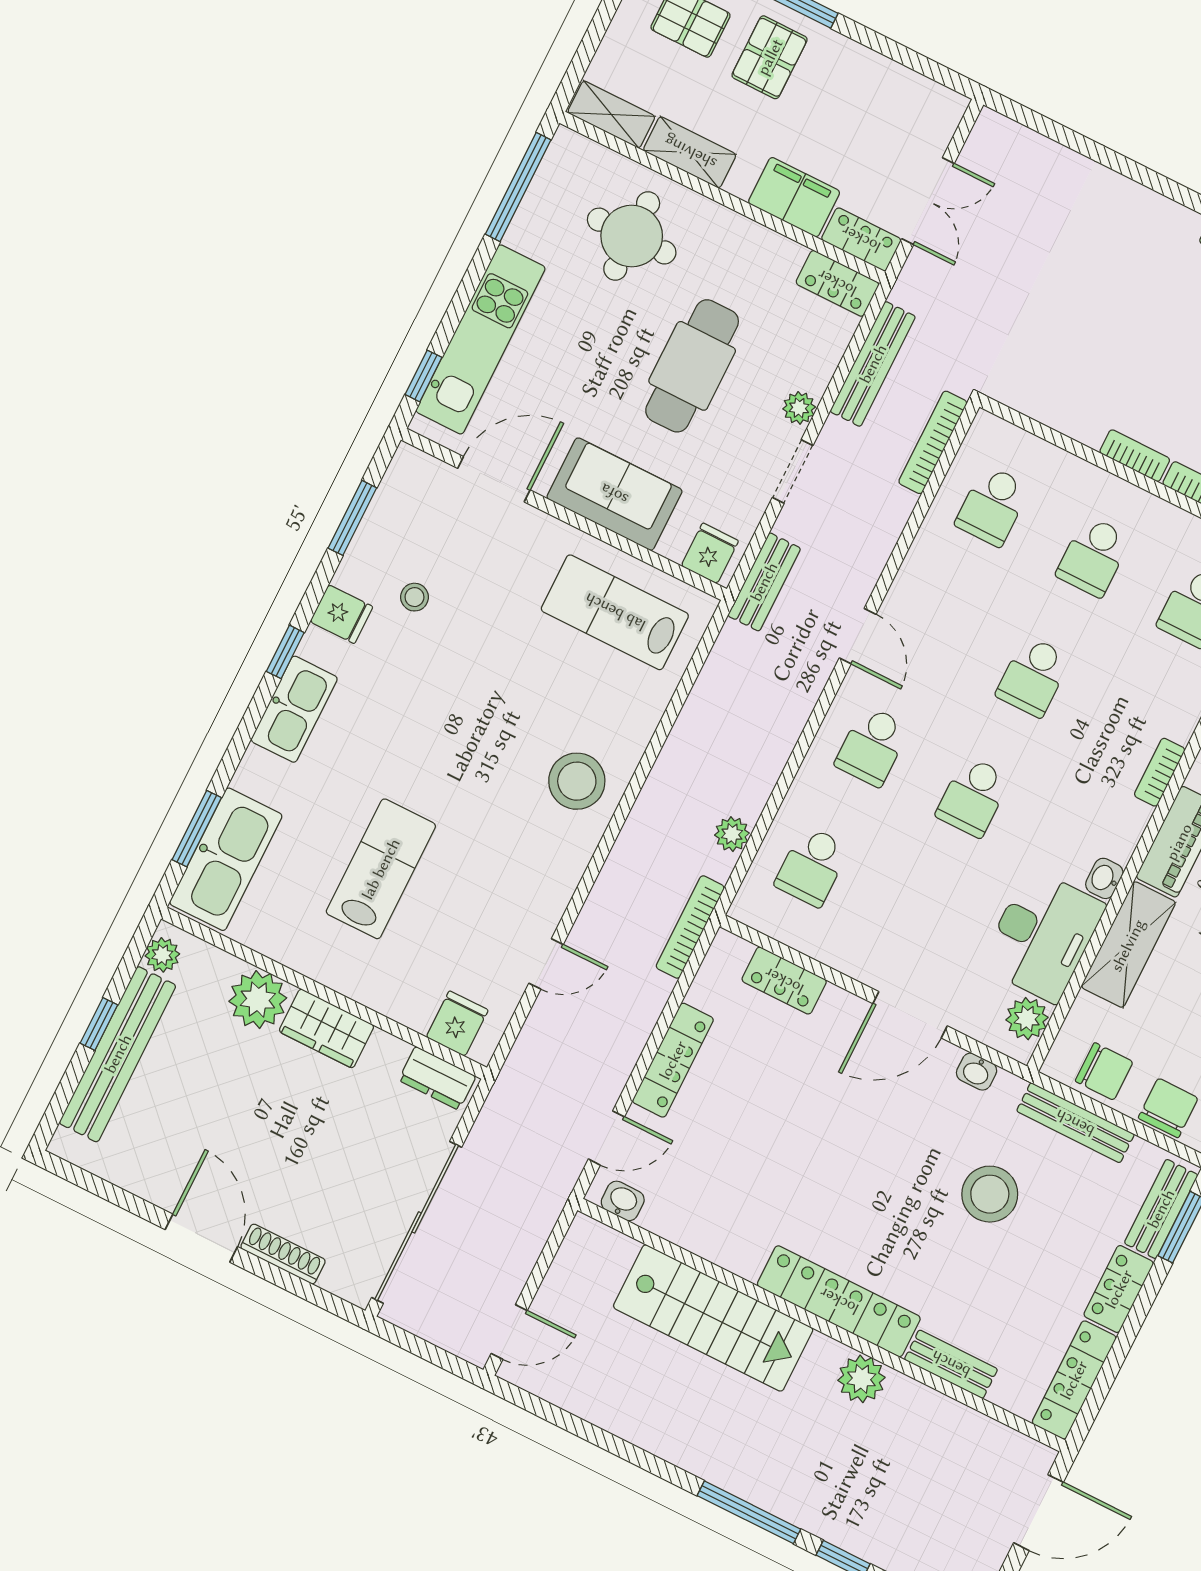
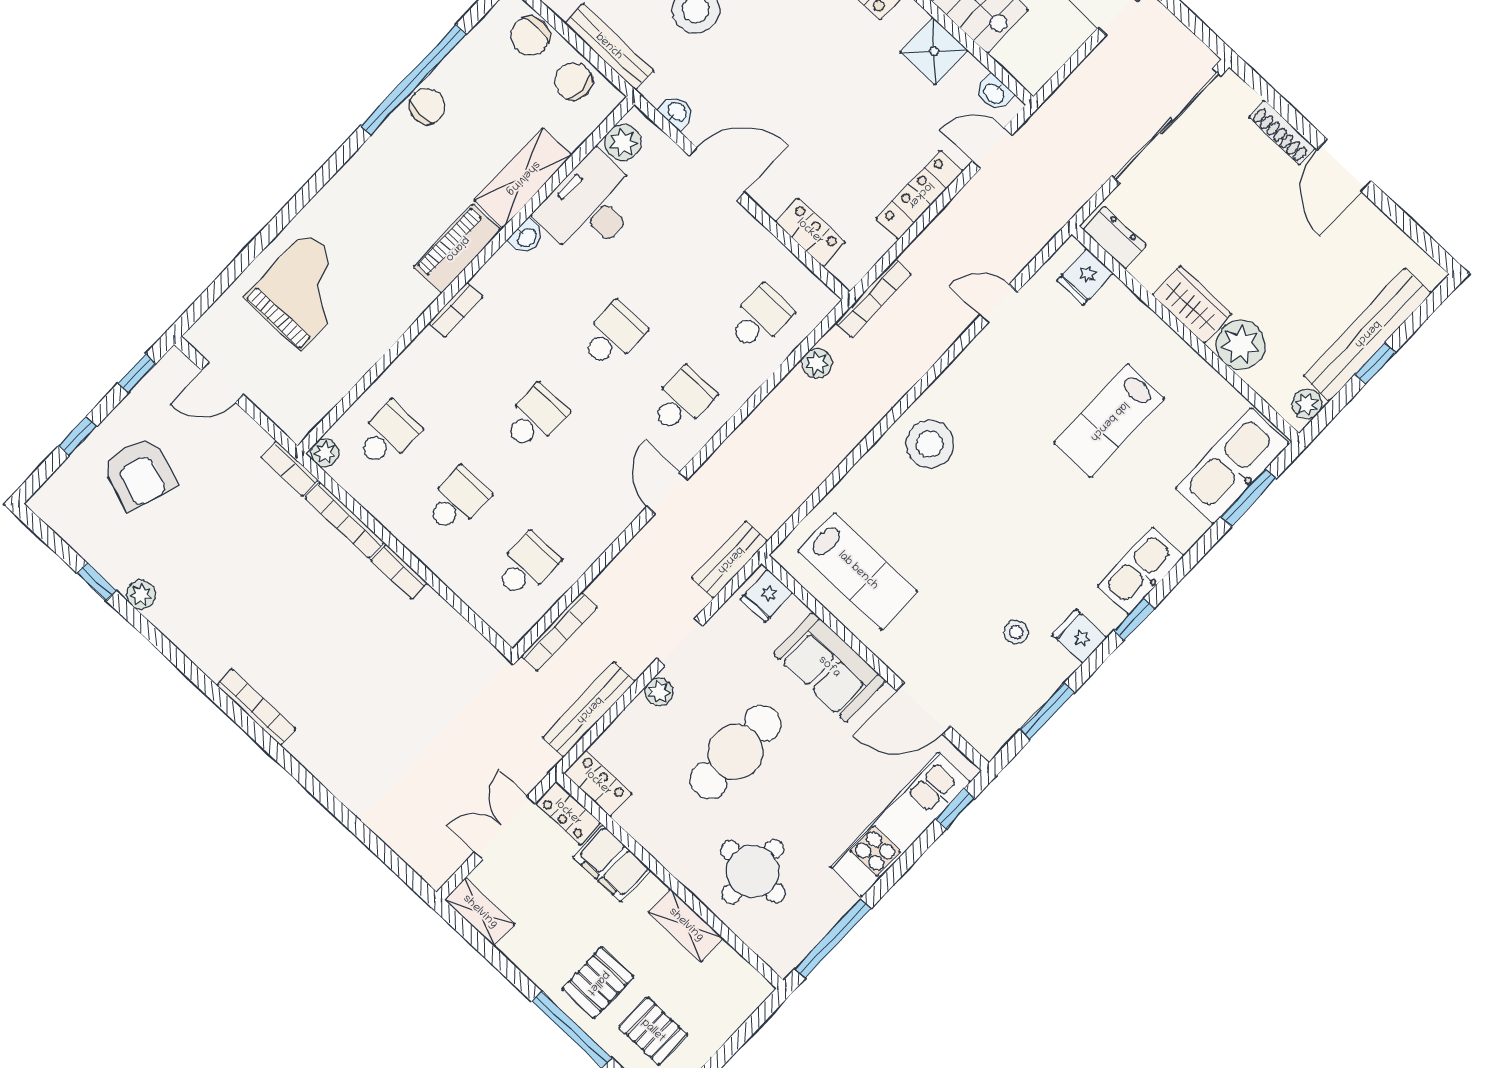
shelving: (611, 114) -> (480, 912), moved
shower: (705, 1228) -> (934, 51), added

